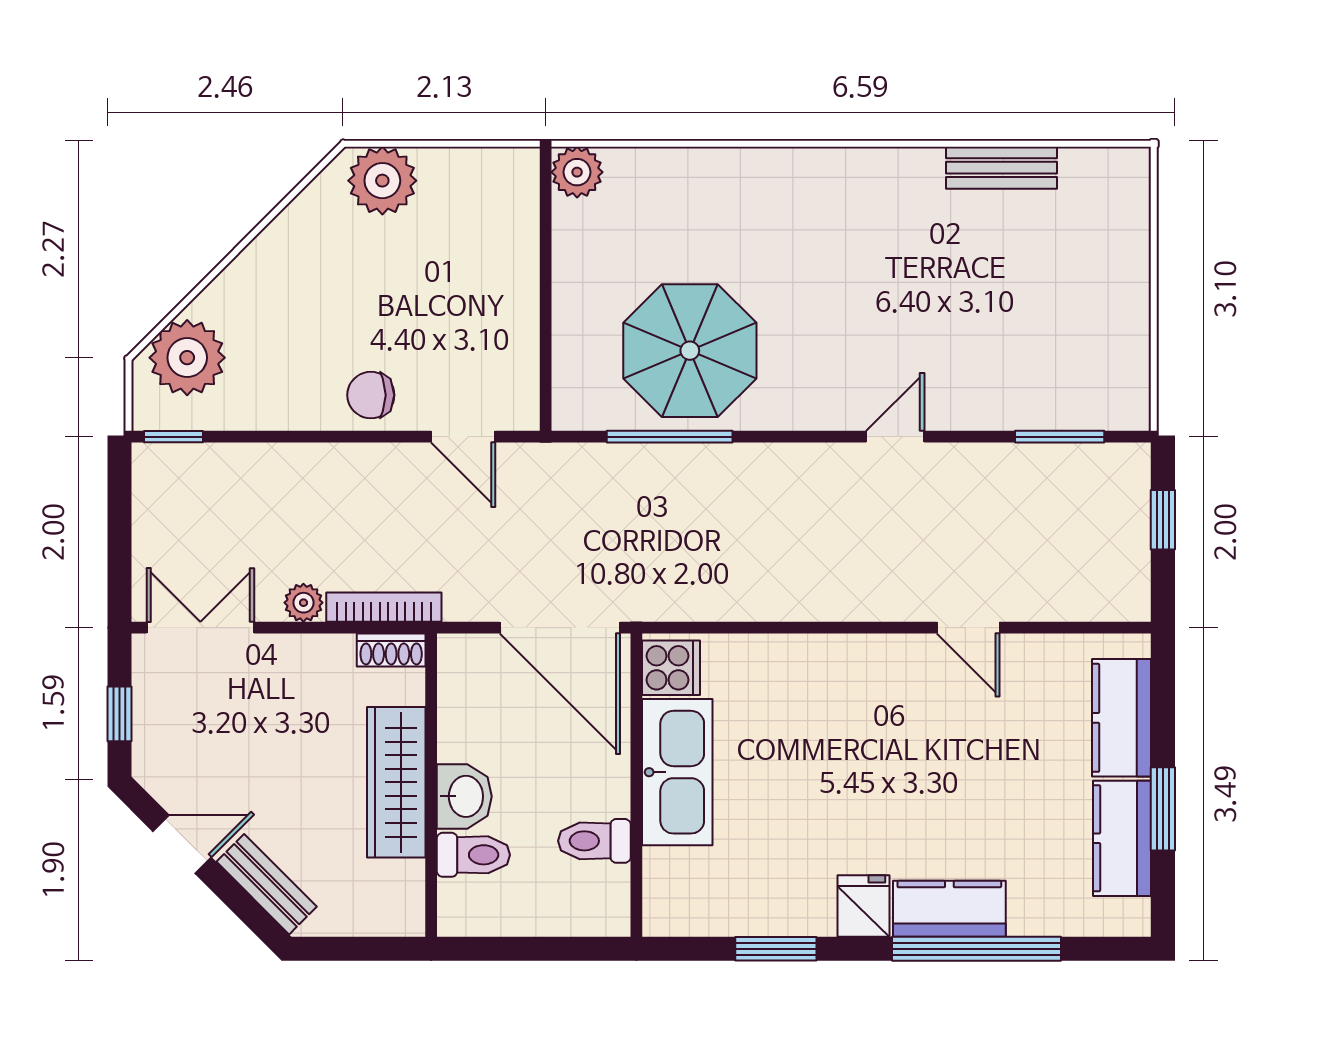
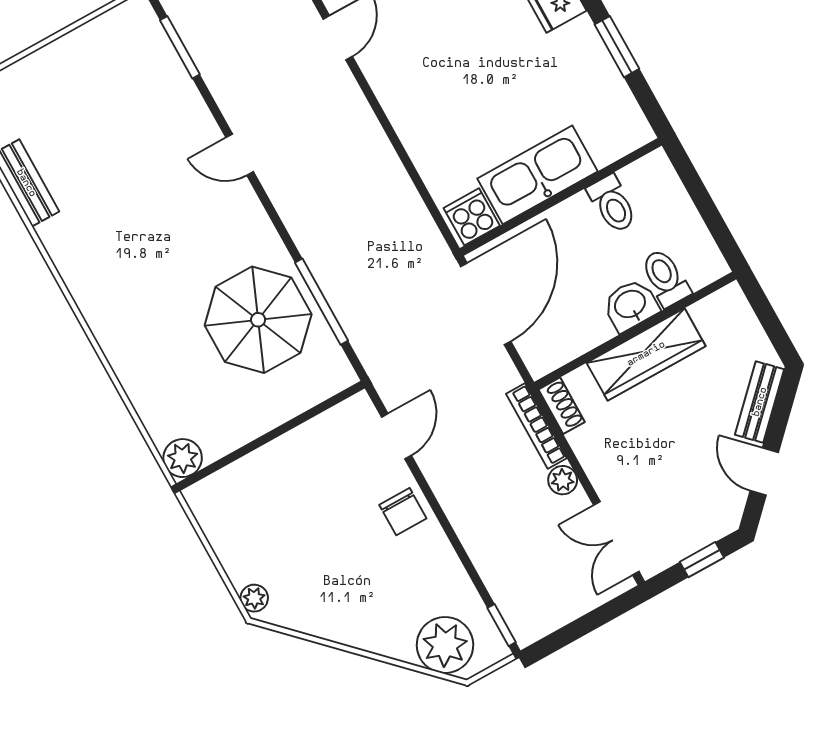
plant: (382, 181) -> (254, 598), width x0.53, depth x0.53

